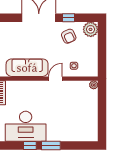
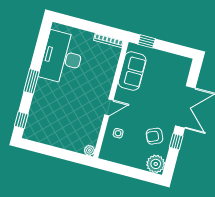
sofa: (27, 68) -> (132, 71), width x0.73
door: (55, 79) -> (109, 107), hinge flipped
window: (30, 145) -> (21, 120), moved

